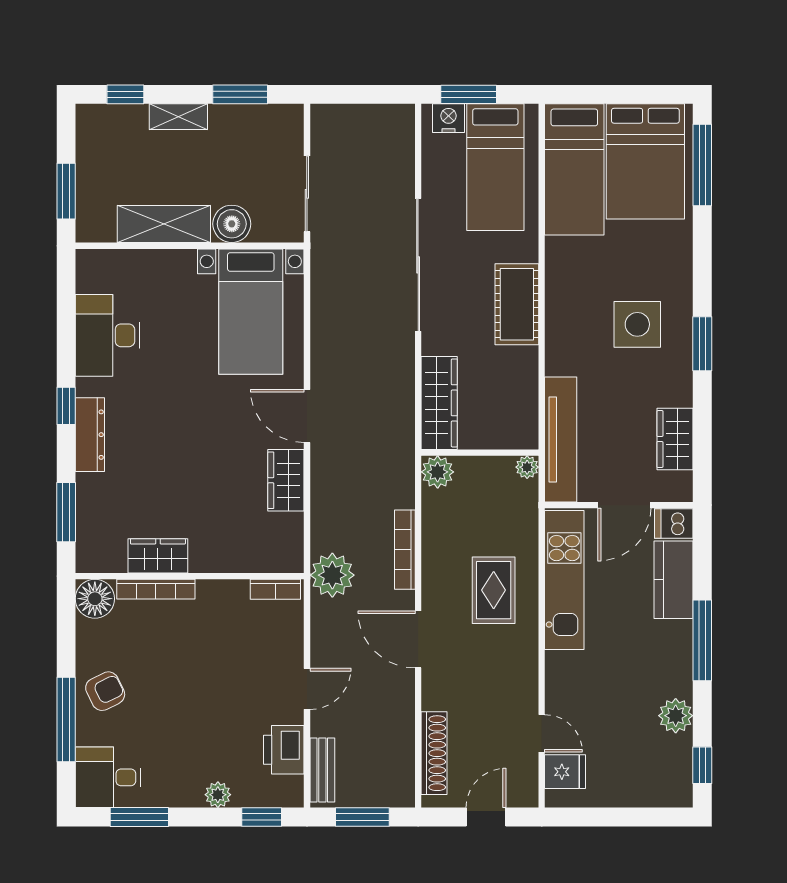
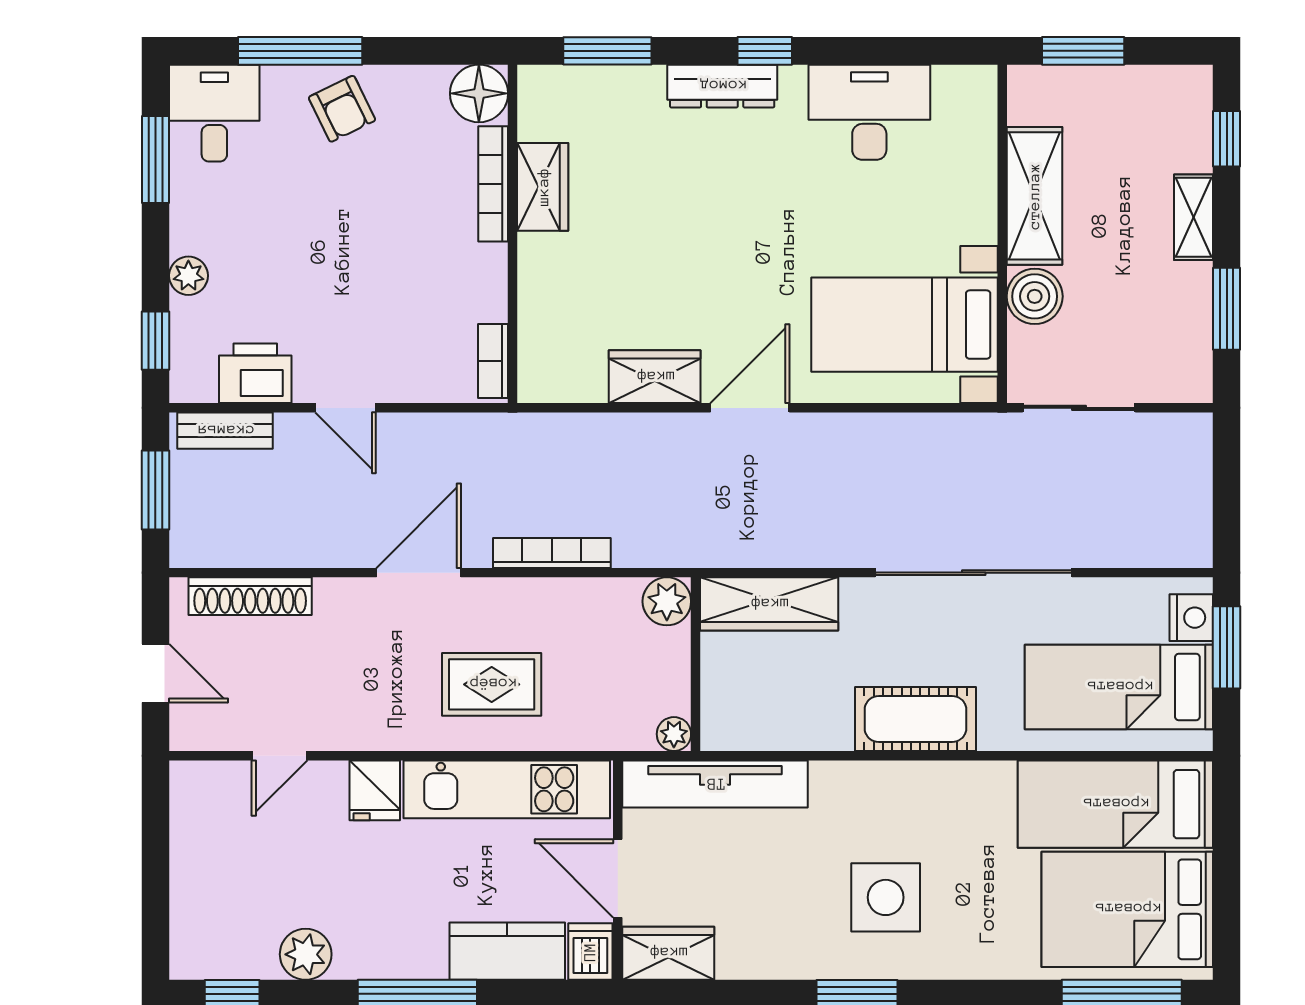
wardrobe: (675, 439) -> (668, 953), moved
plant: (332, 575) -> (514, 445), removed
fridge: (565, 772) -> (375, 790), moved

